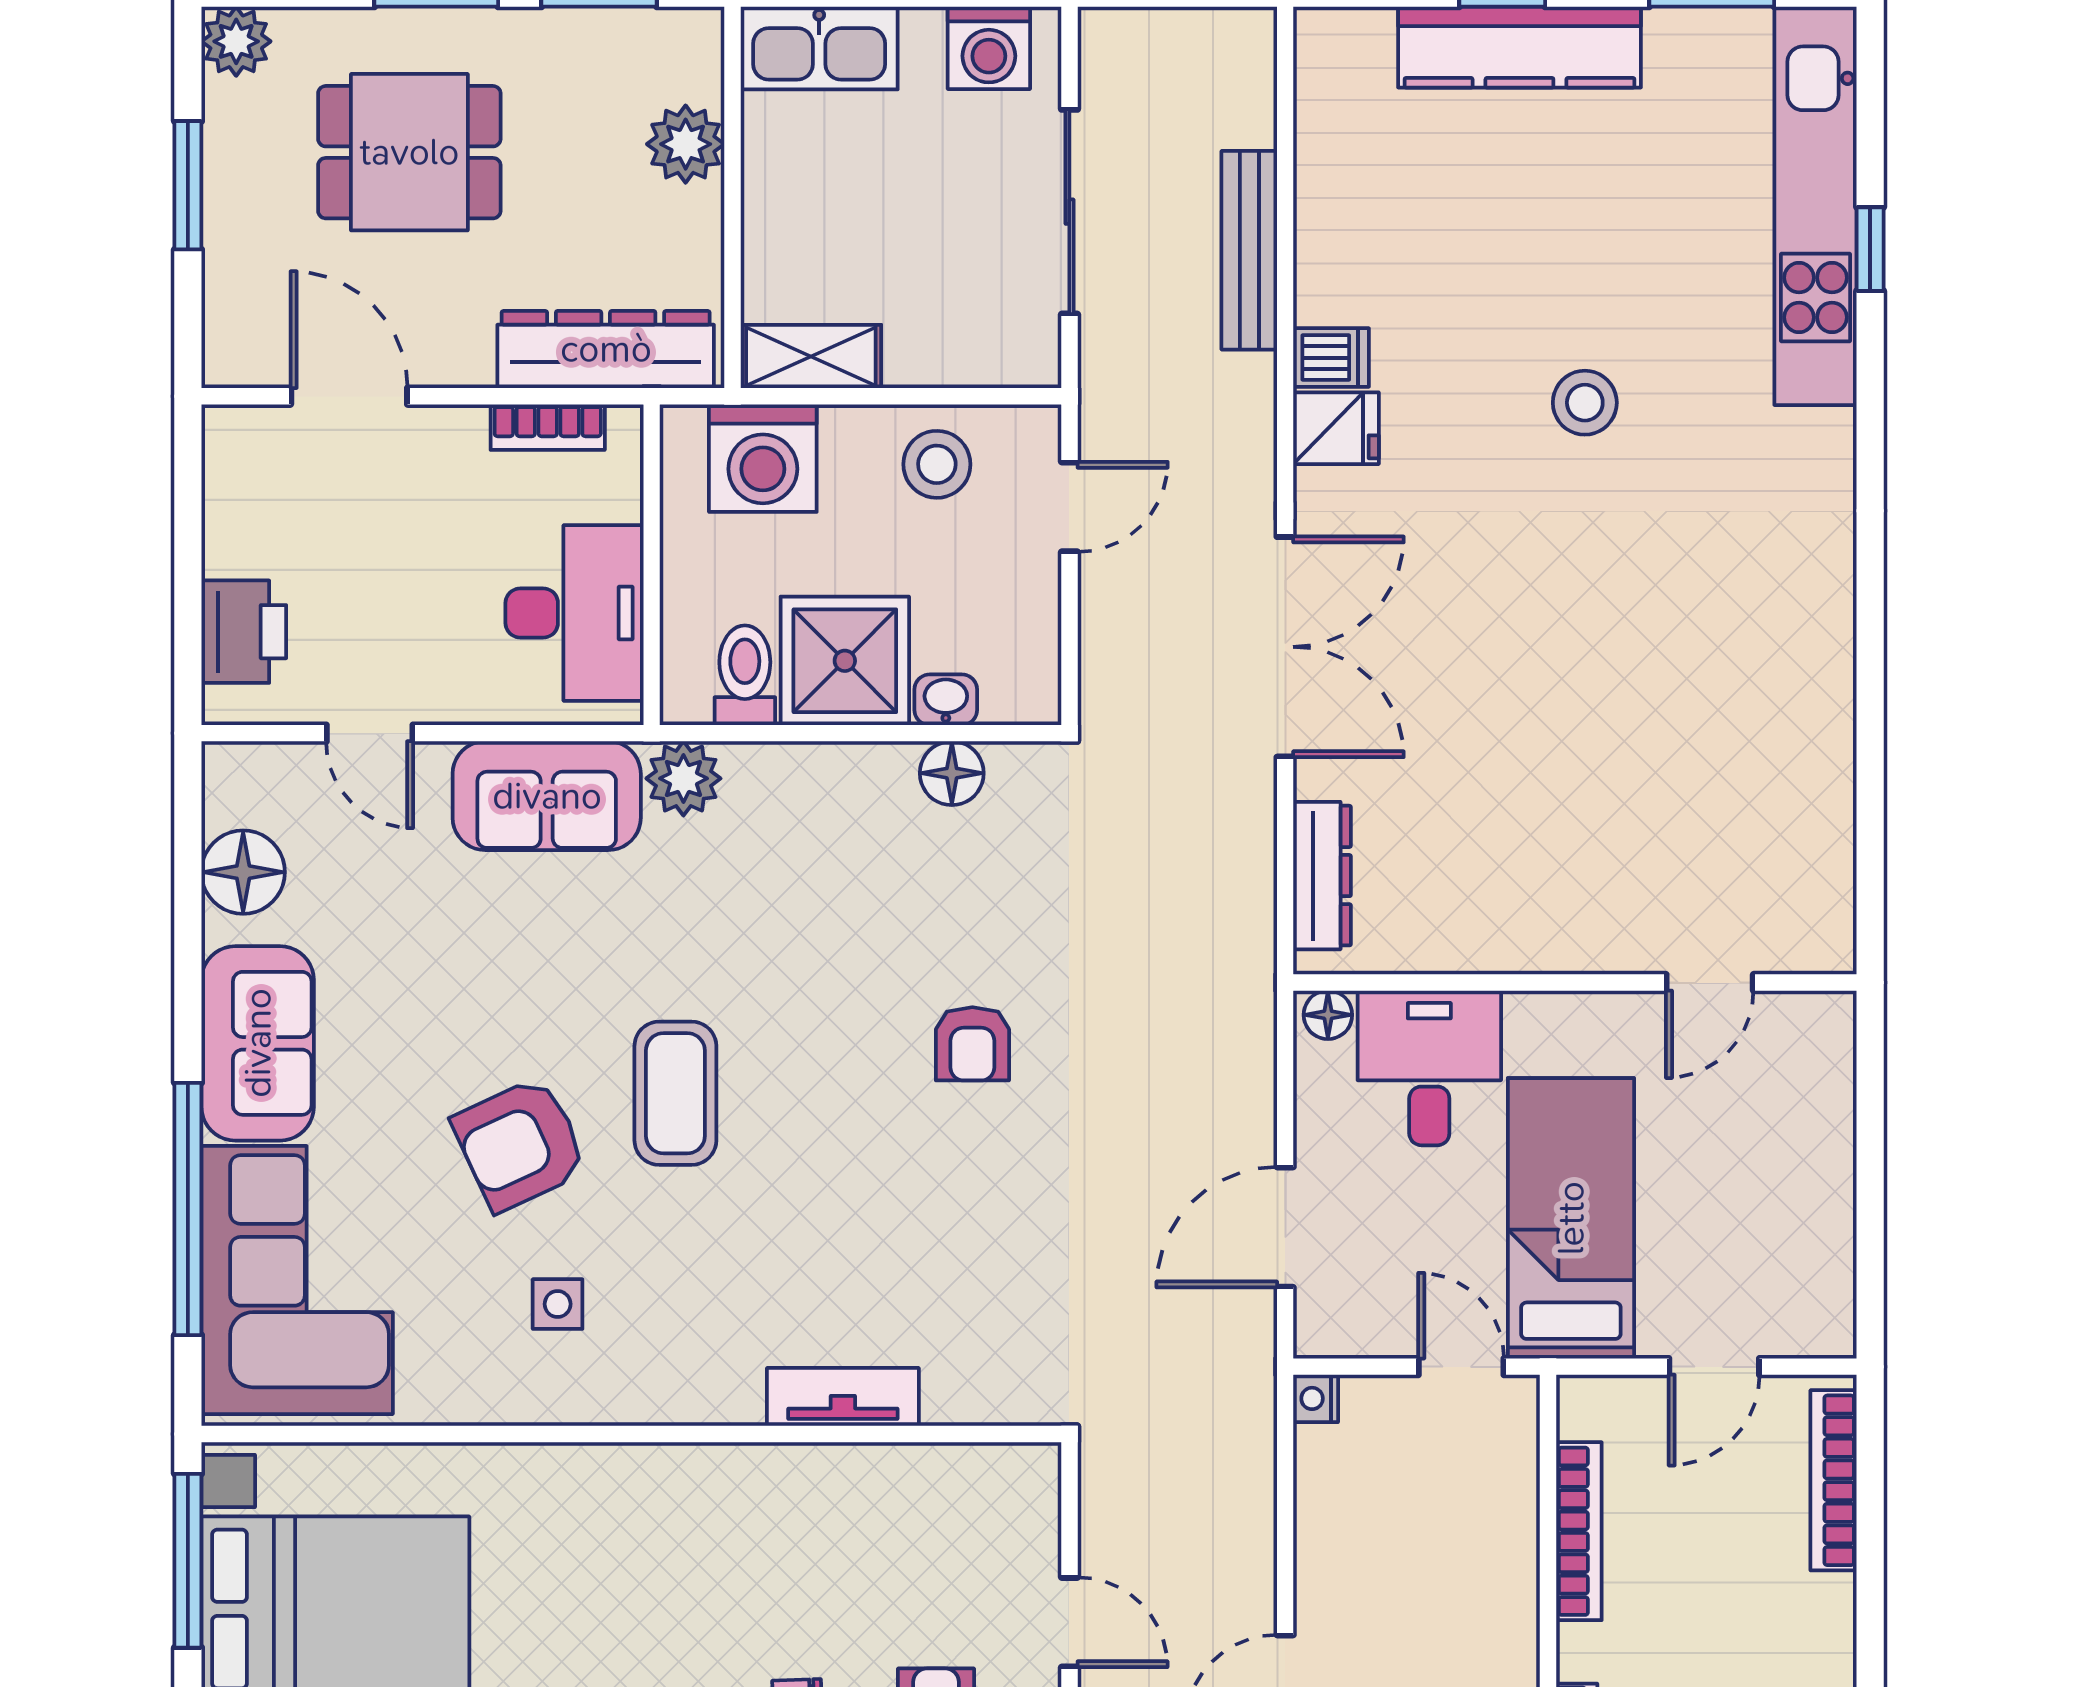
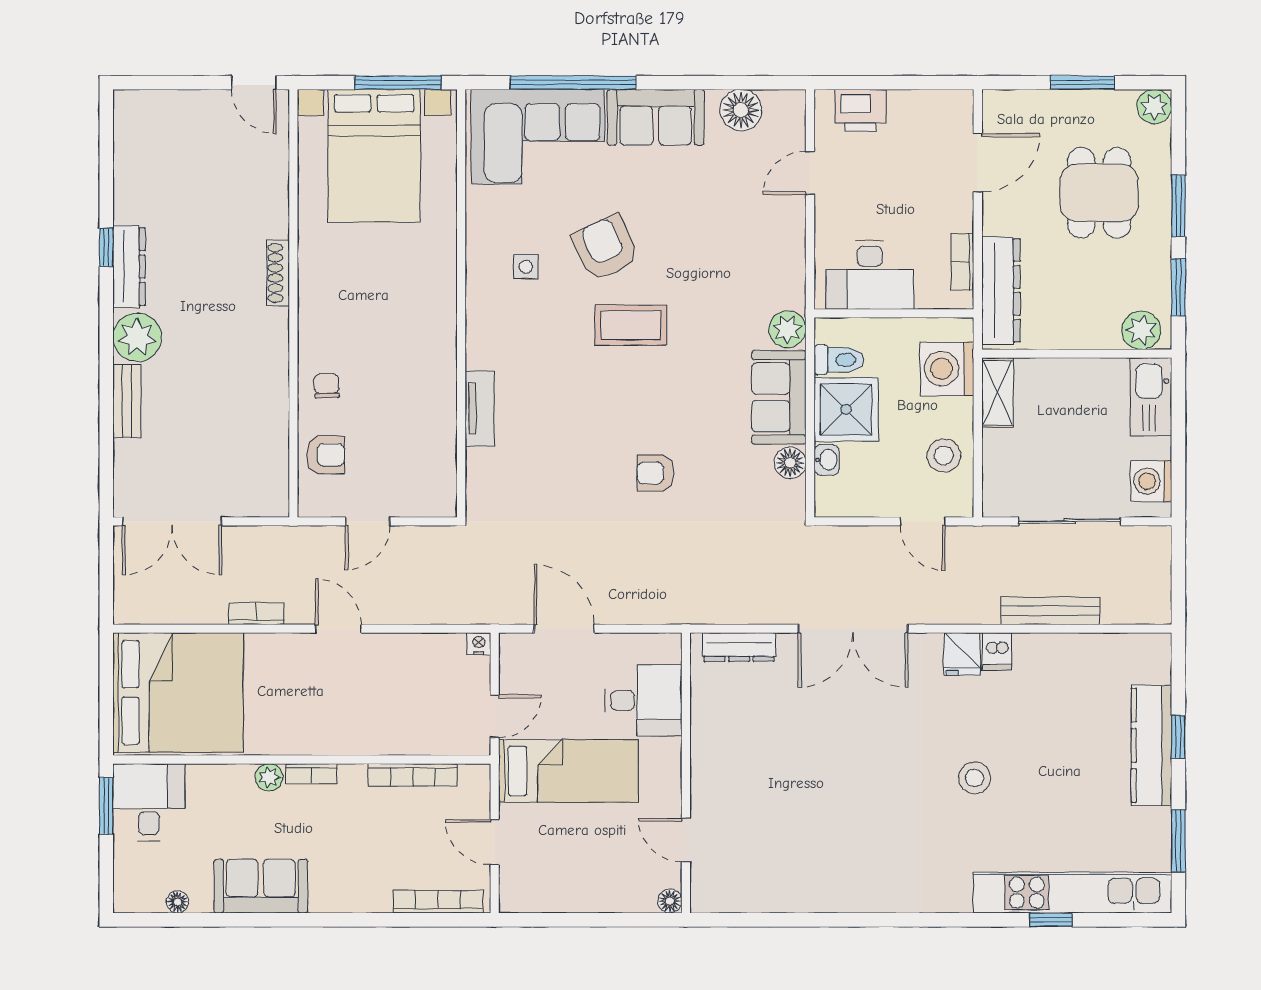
plant: (686, 144) -> (1141, 330), moved
sofa: (547, 796) -> (779, 397), moved
floor lamp: (1328, 1015) -> (670, 901), moved

